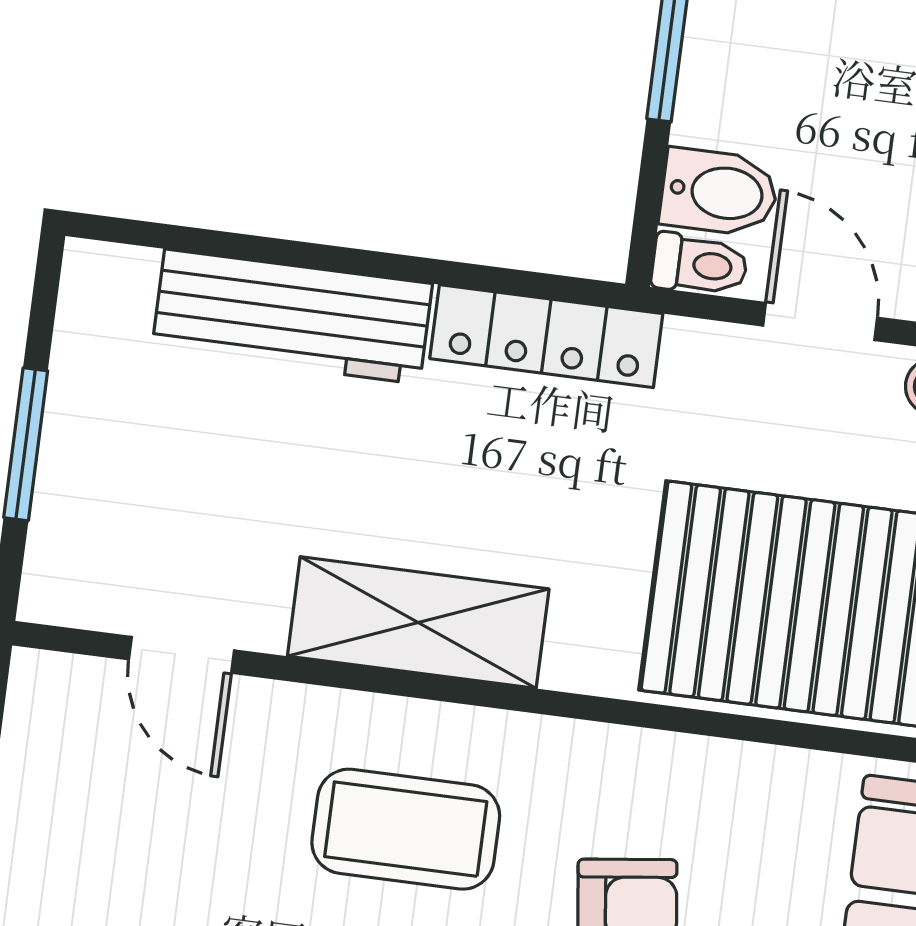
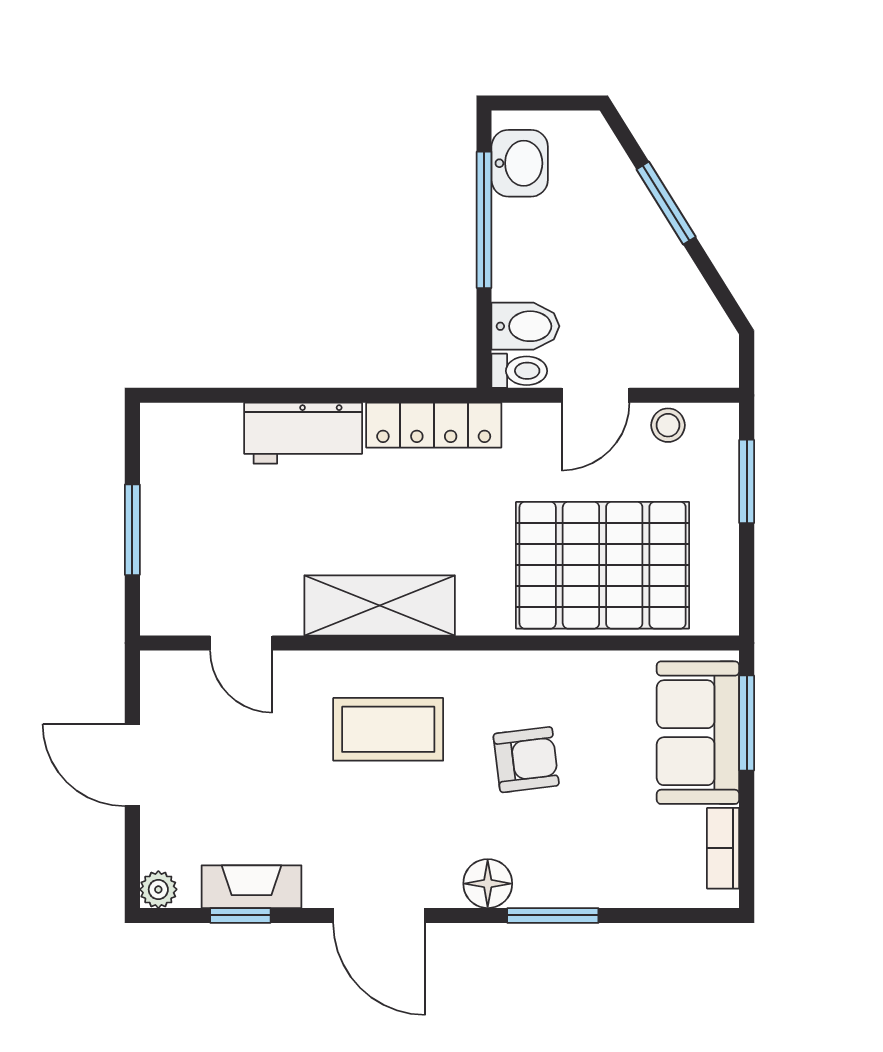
workbench: (292, 317) -> (303, 433), width x0.73
door: (820, 322) -> (596, 395), swing flipped

